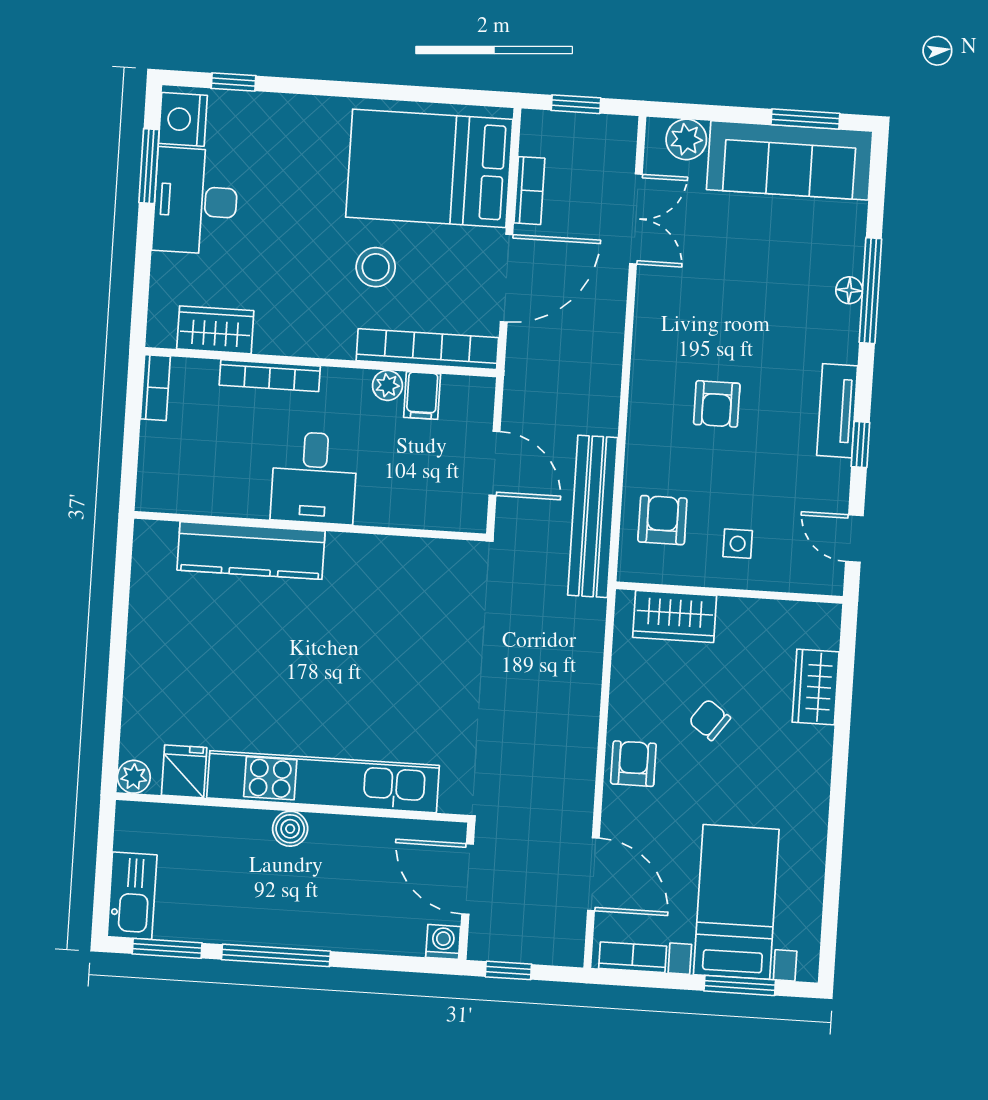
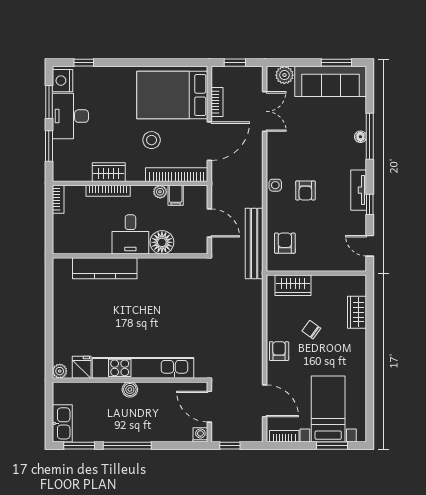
window: (143, 266) -> (49, 146), added
wardrobe: (215, 330) -> (109, 172), moved
floor lamp: (384, 500) -> (162, 242), added
side table: (738, 544) -> (275, 185), moved

